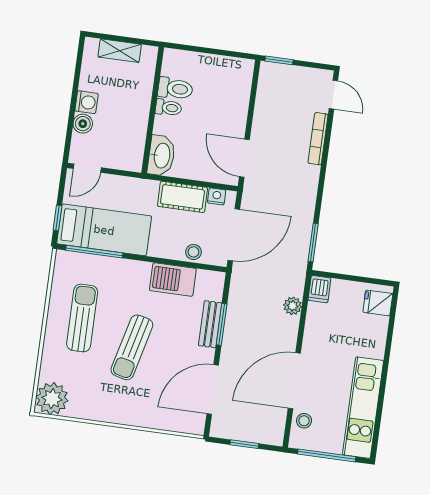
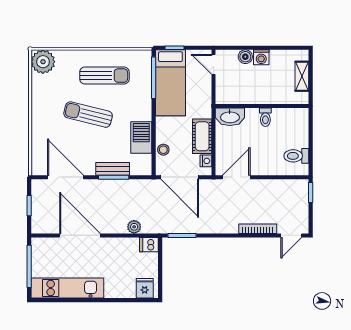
toilet: (175, 89) -> (296, 156), moved, turned 90
stool: (304, 421) -> (52, 247), removed

